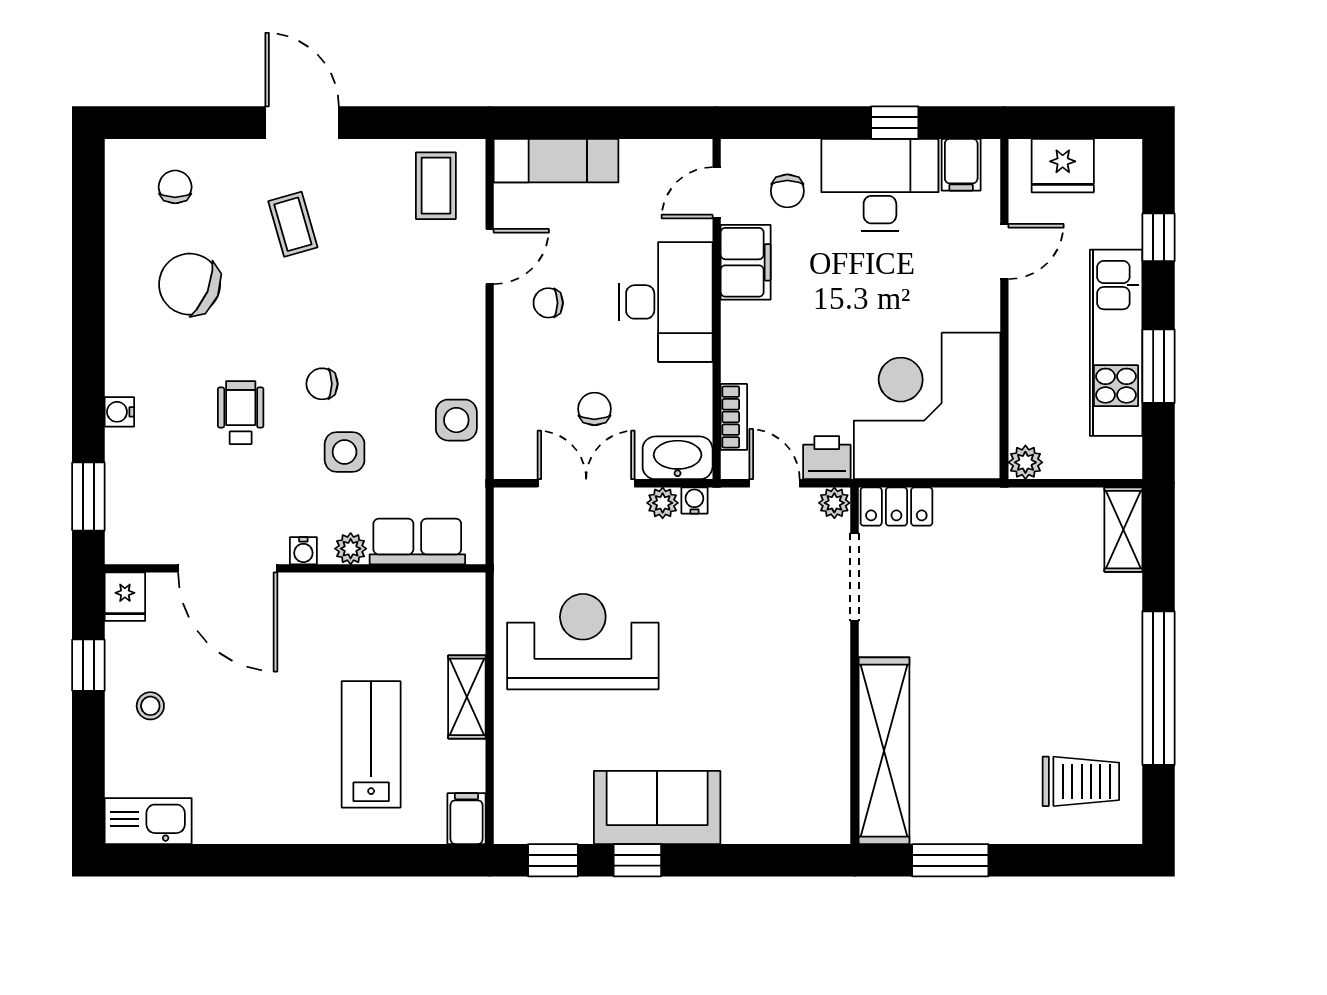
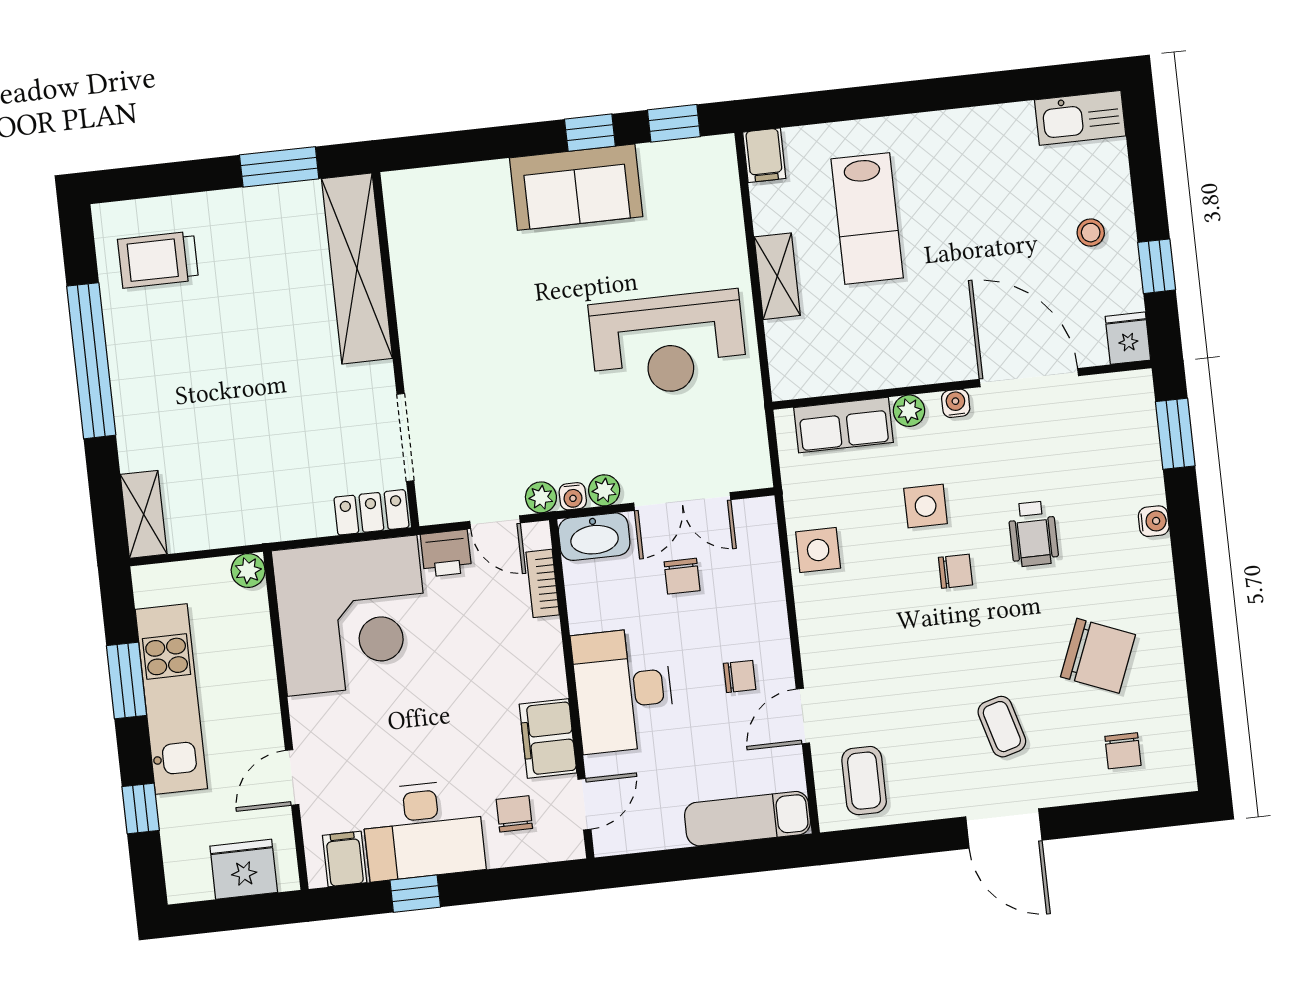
plant: (834, 503) -> (541, 497), moved

